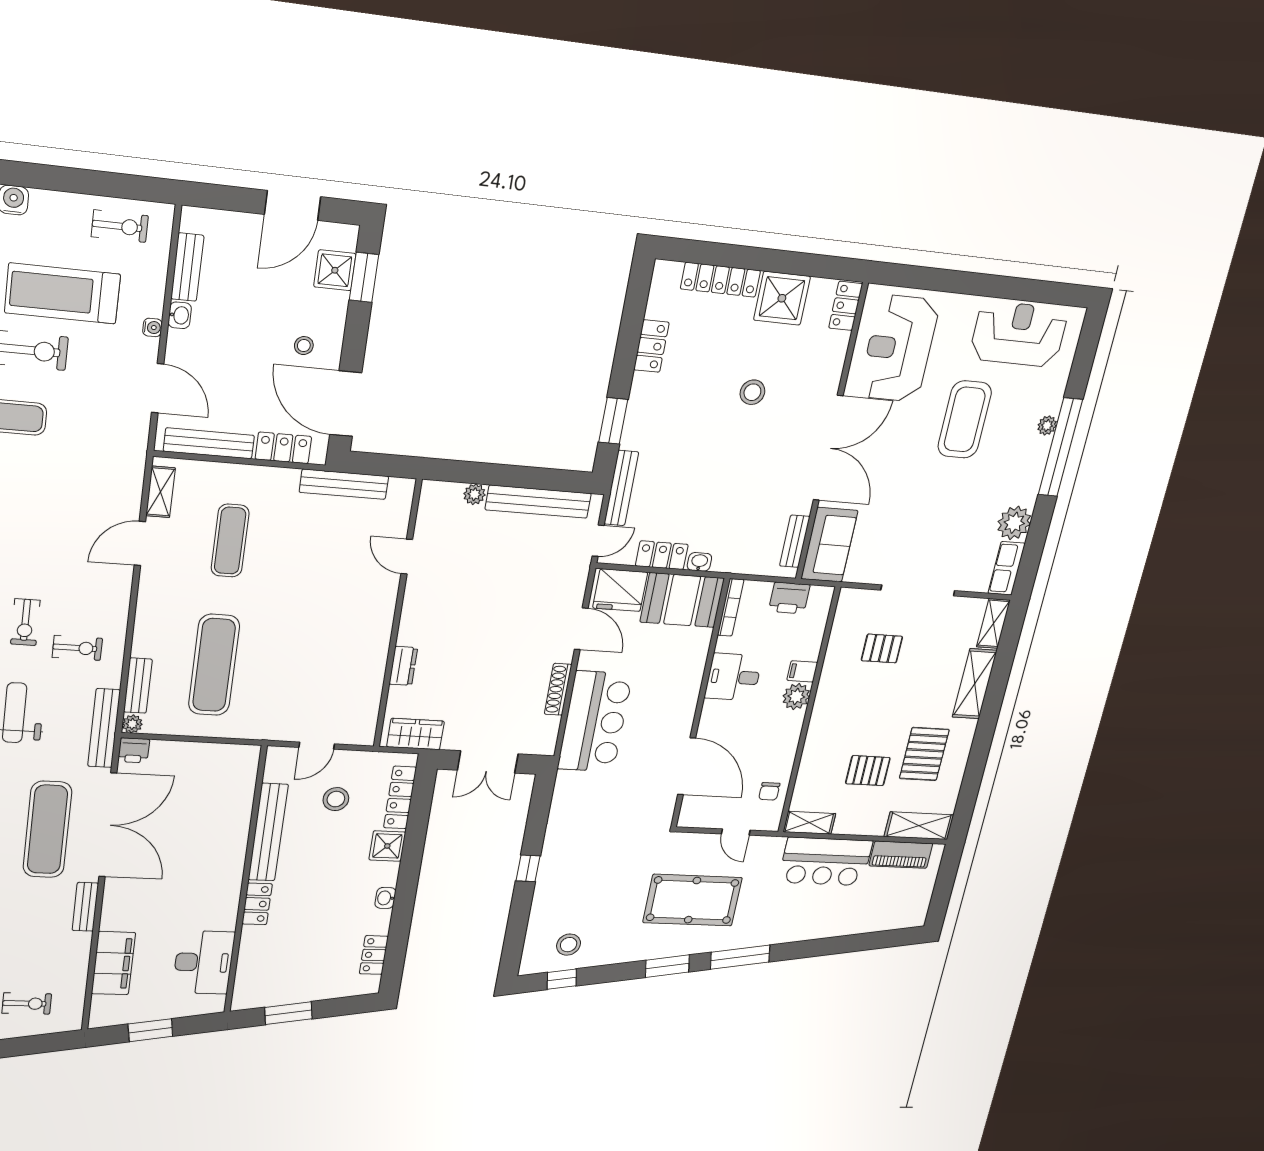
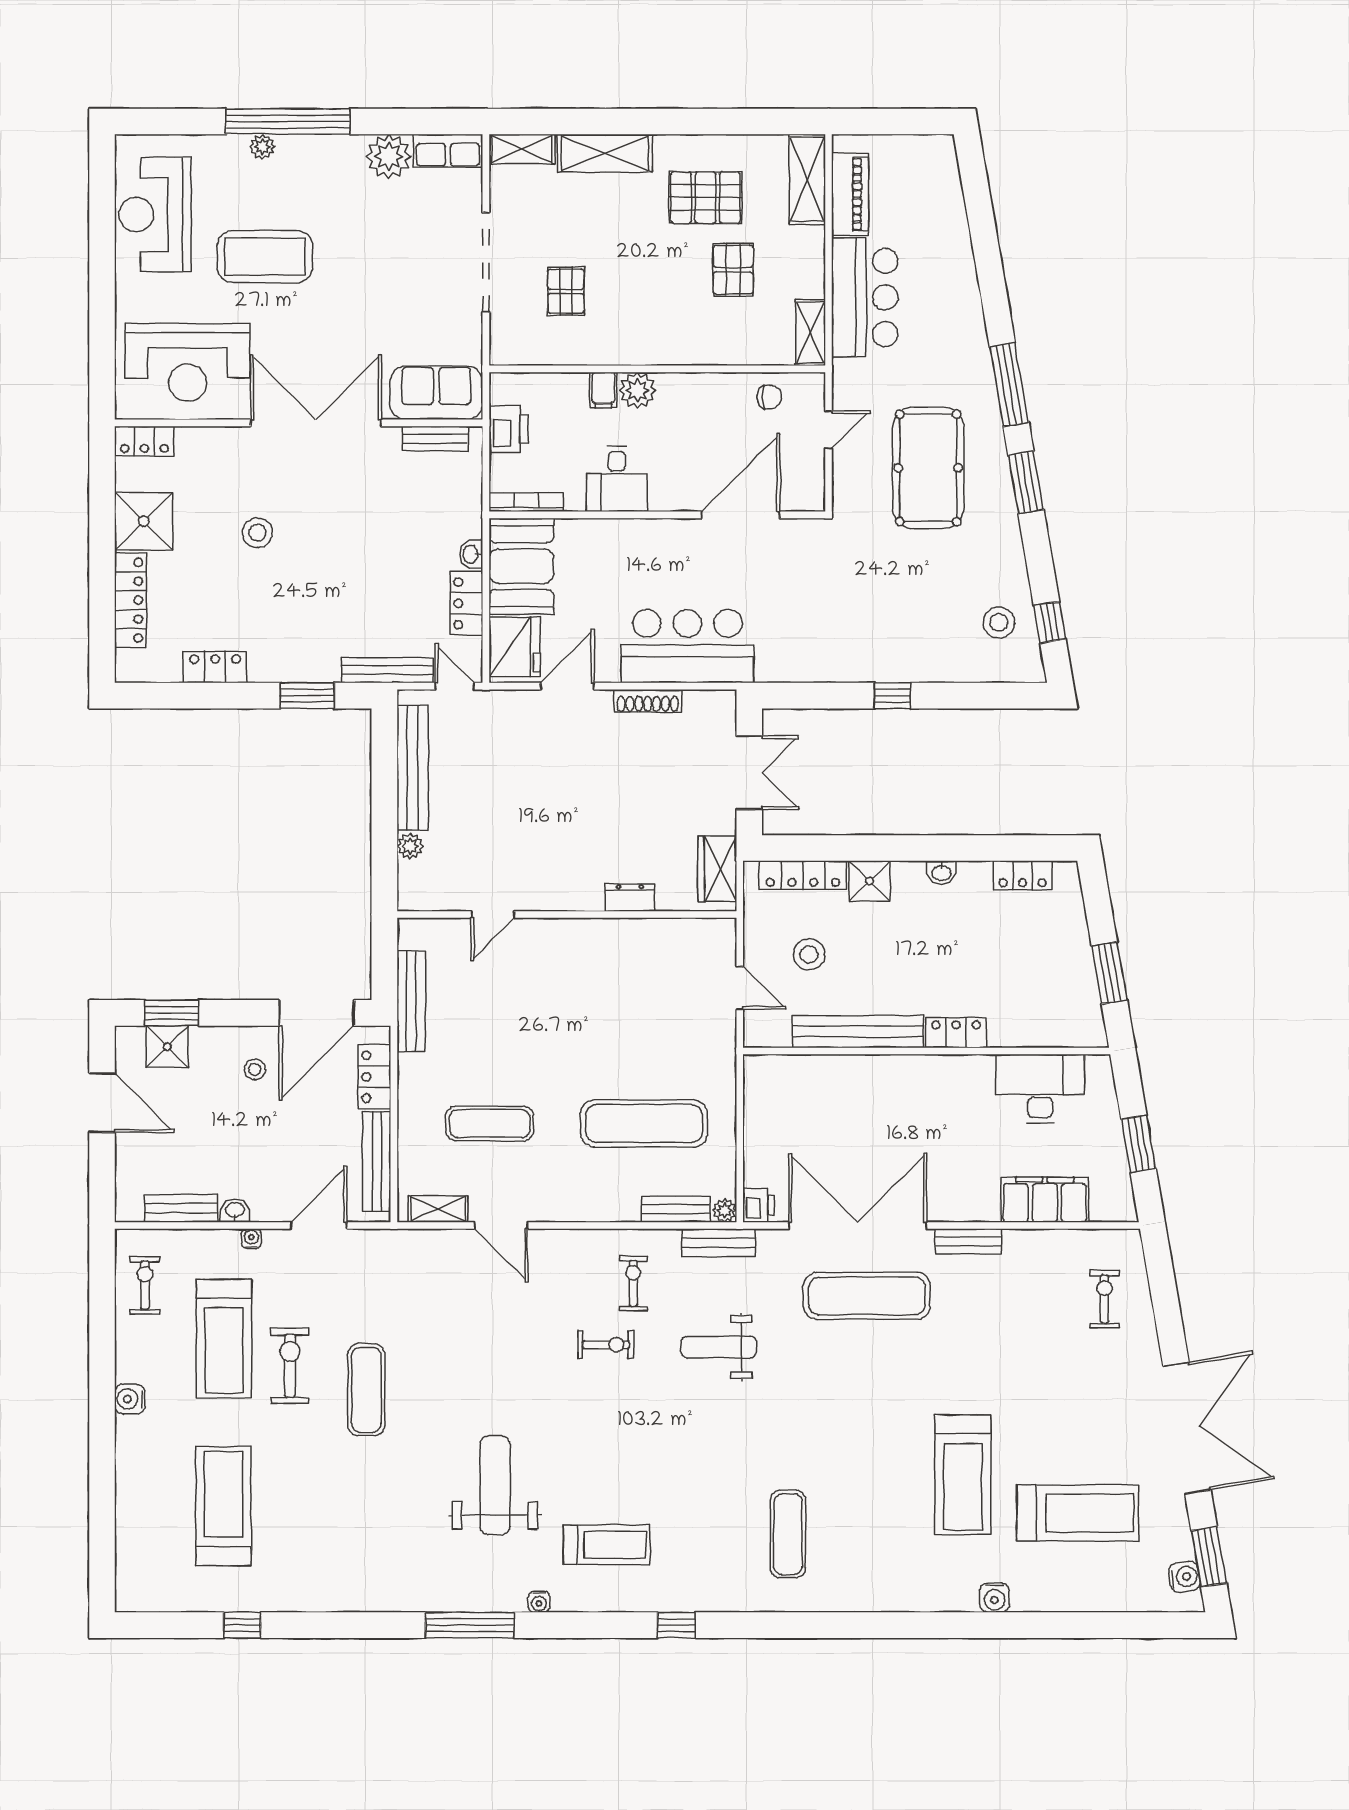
bench: (104, 728) -> (719, 1243), width x0.73

